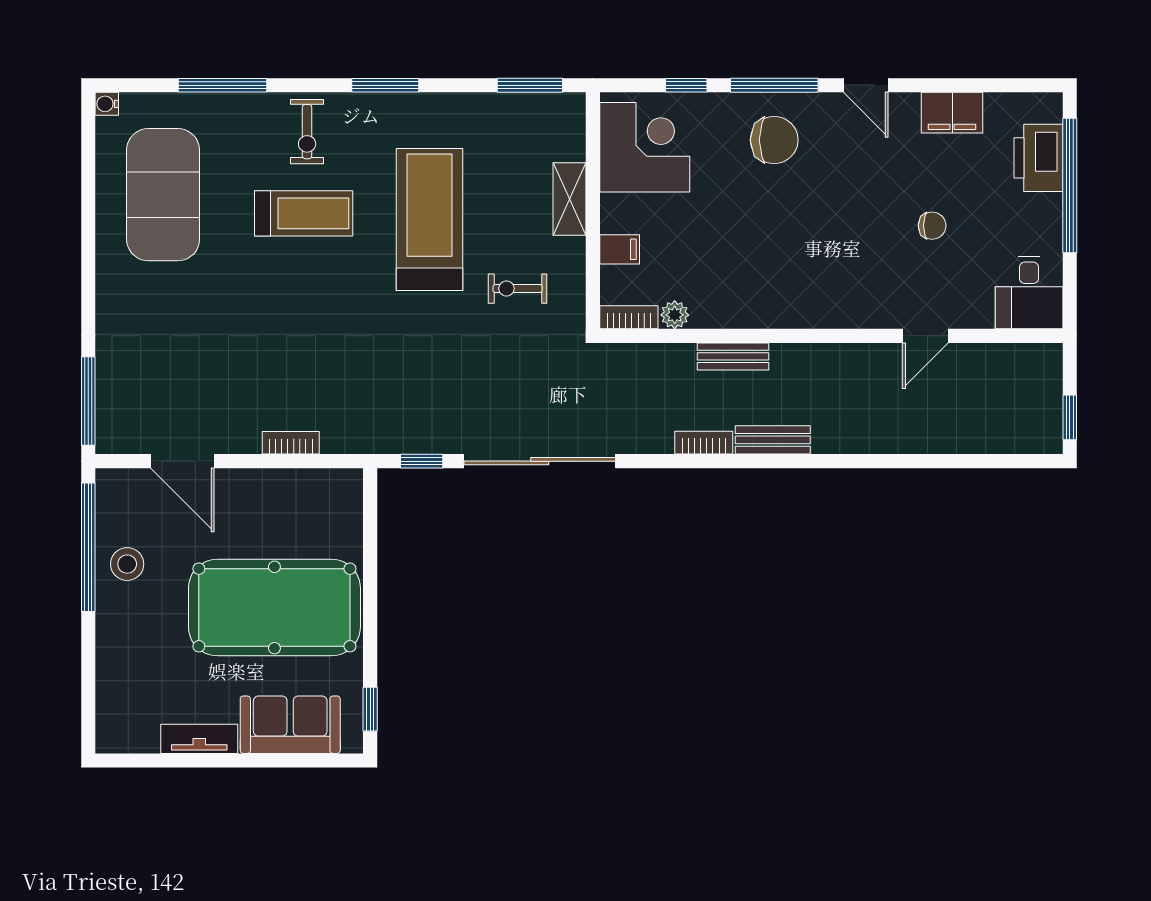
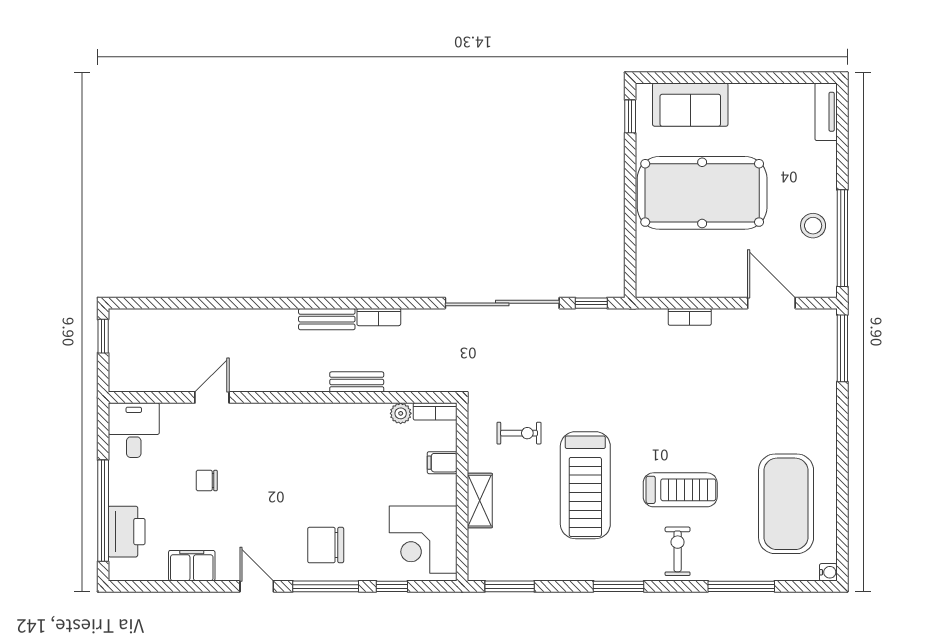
treadmill: (304, 213) -> (680, 490), turned 180
tv unit: (199, 739) -> (826, 112), moved, turned 90

